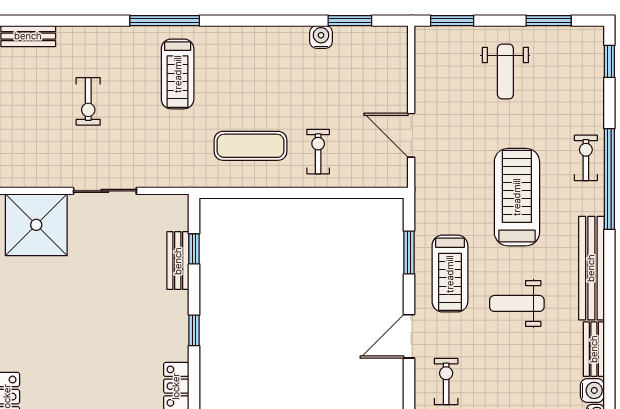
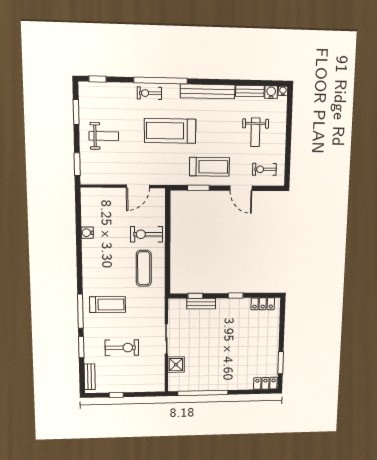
window: (350, 21) -> (81, 347), moved
exercise bike: (88, 101) -> (122, 348), width x1.38, depth x1.39
exercise bike: (318, 152) -> (147, 234), width x1.38, depth x1.39
shower: (36, 225) -> (176, 365), width x0.54, depth x0.54
weight bench: (517, 303) -> (255, 132), moved

